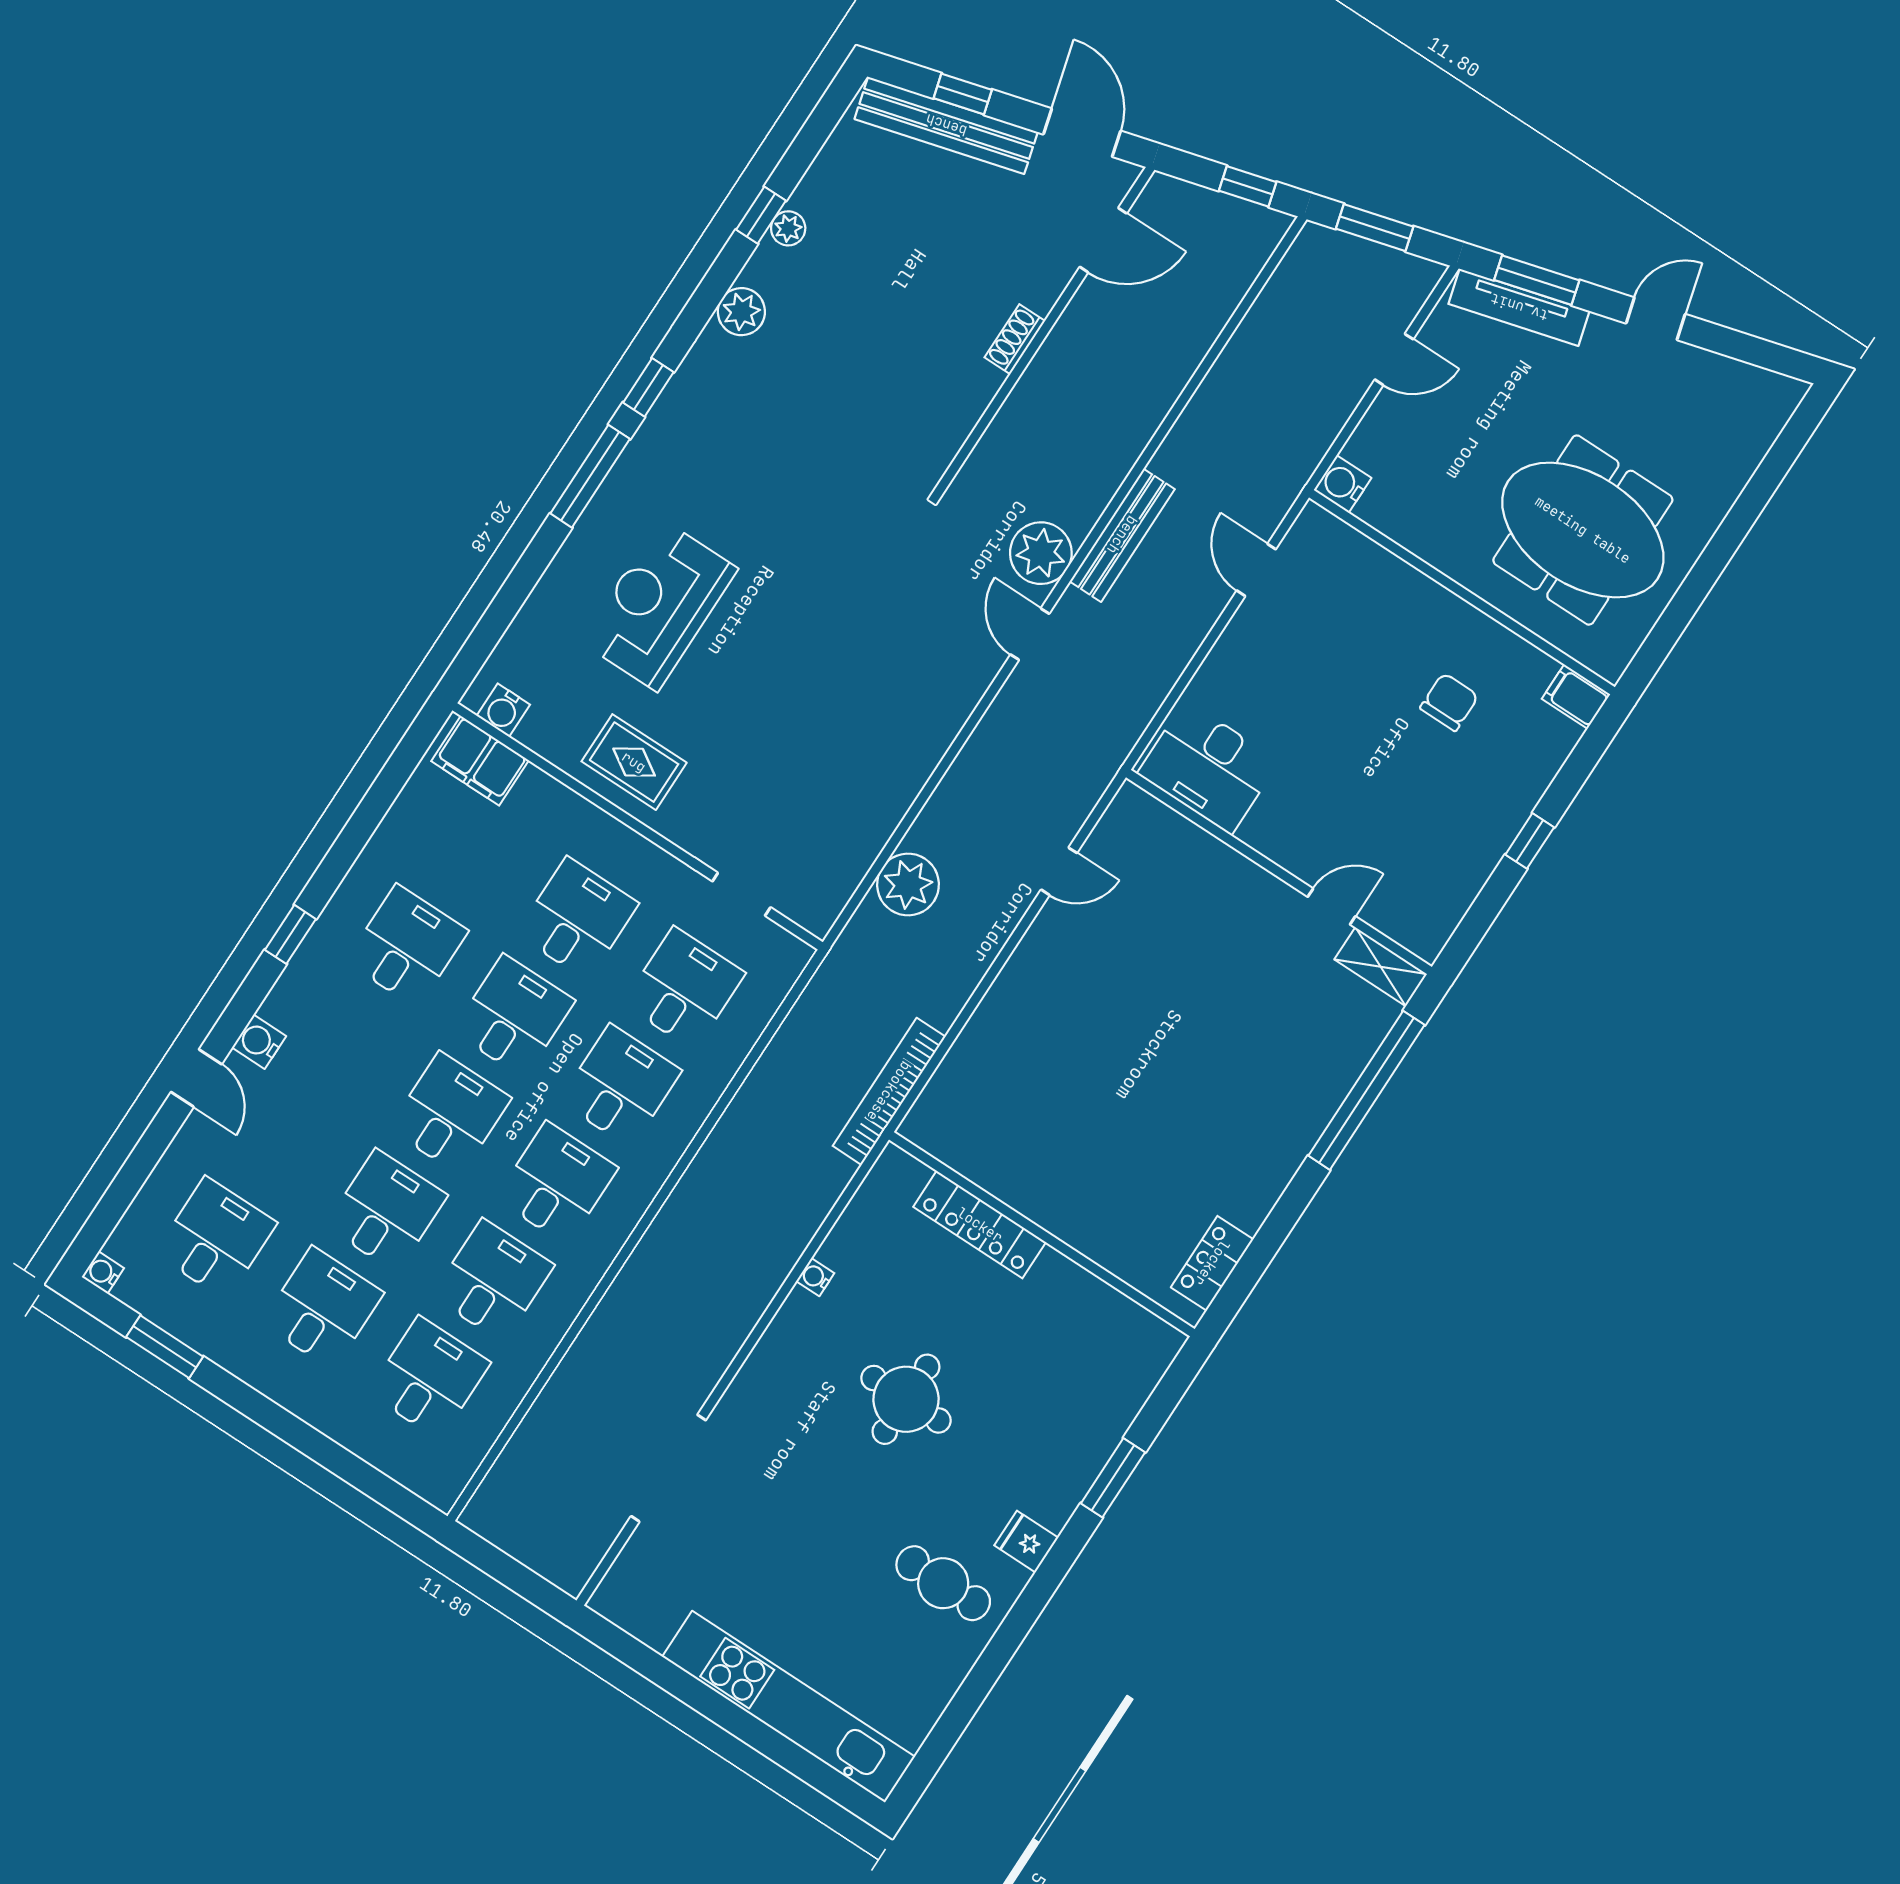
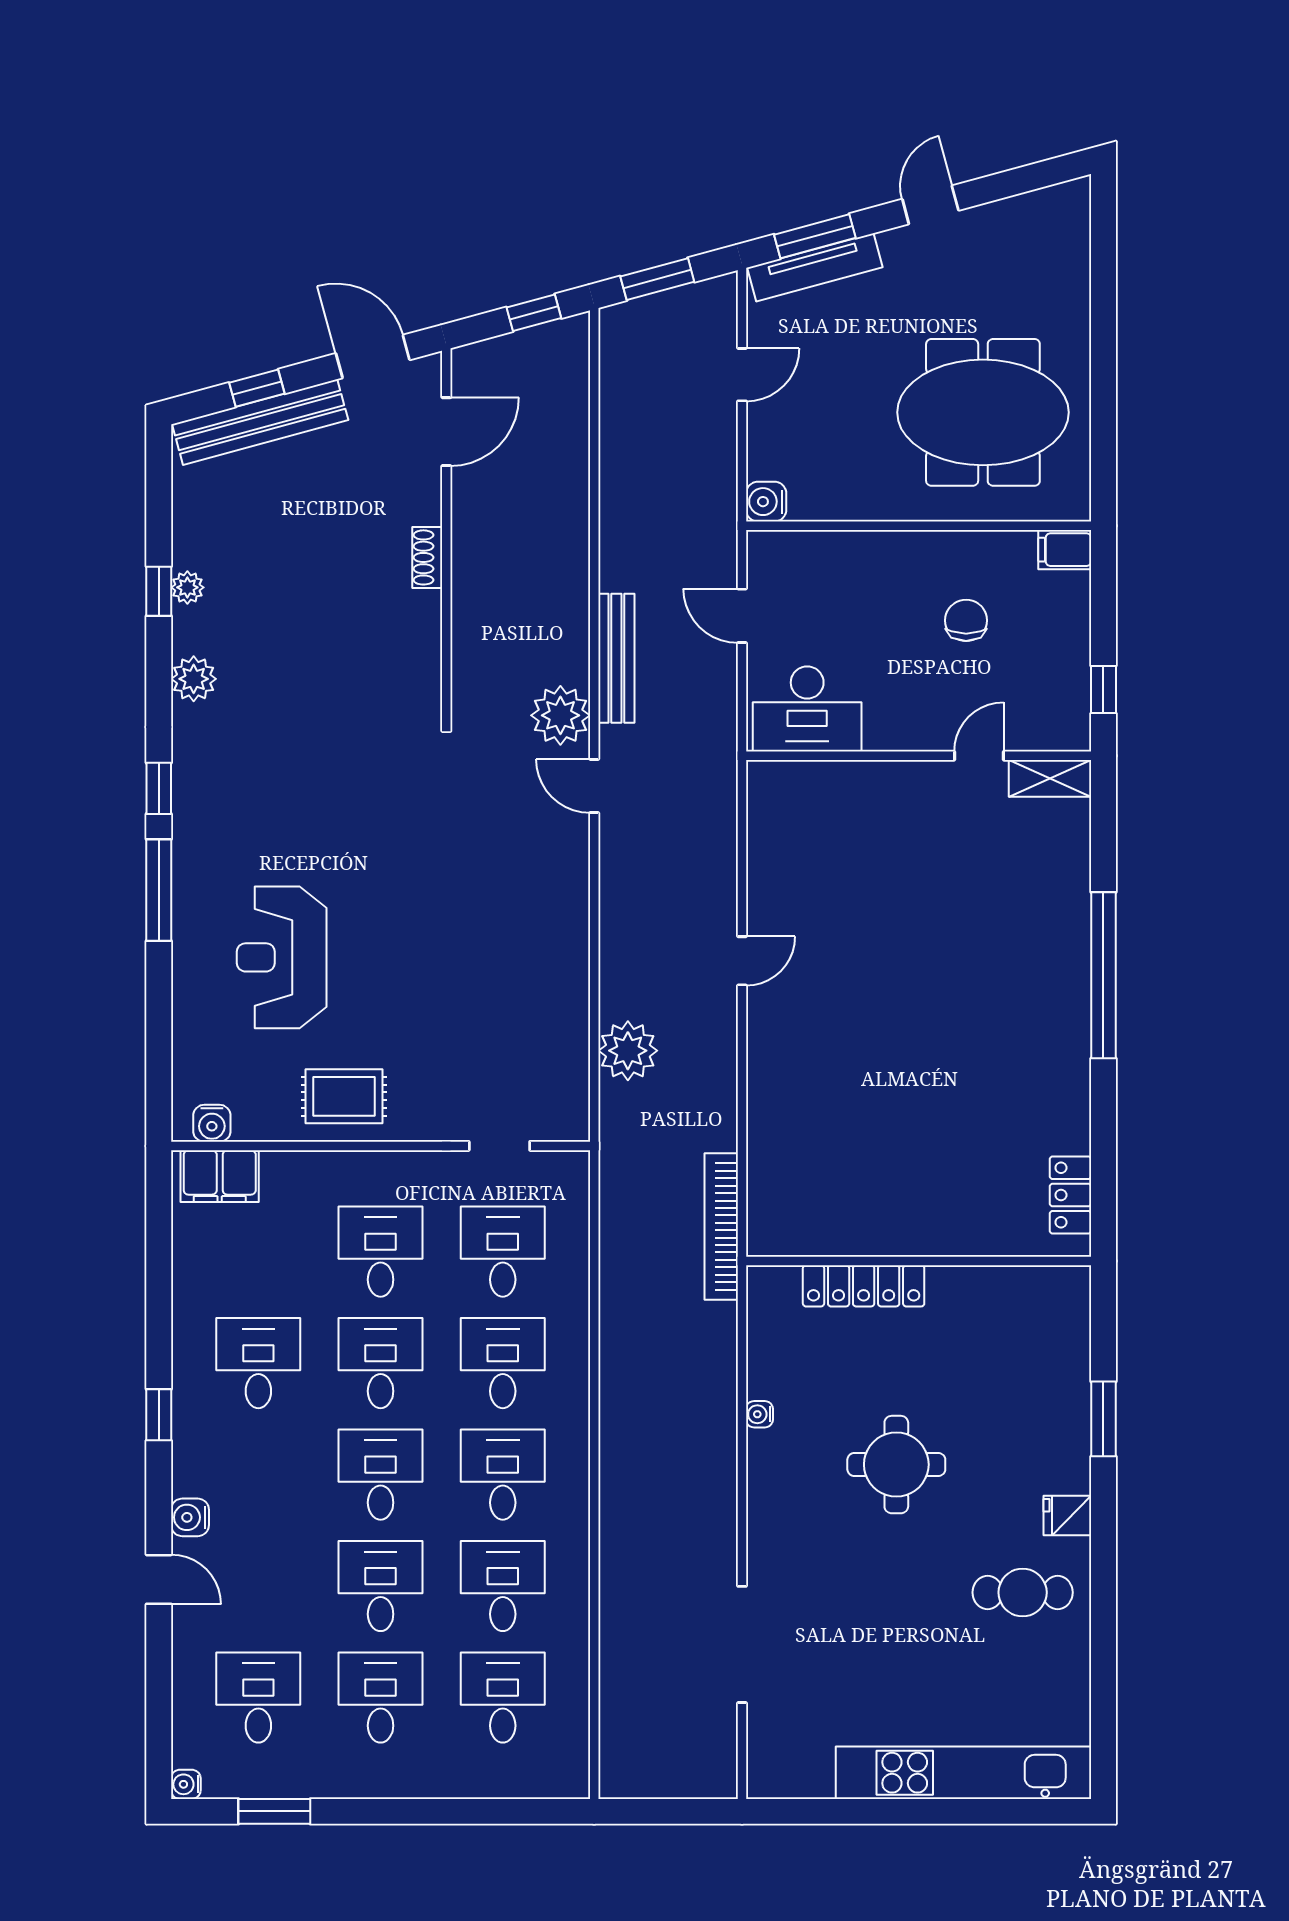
desk: (1208, 767) -> (807, 709), moved
wall: (1279, 872) -> (919, 756), moved
door: (1332, 906) -> (979, 756), moved
shelving: (1381, 967) -> (1050, 778), moved

